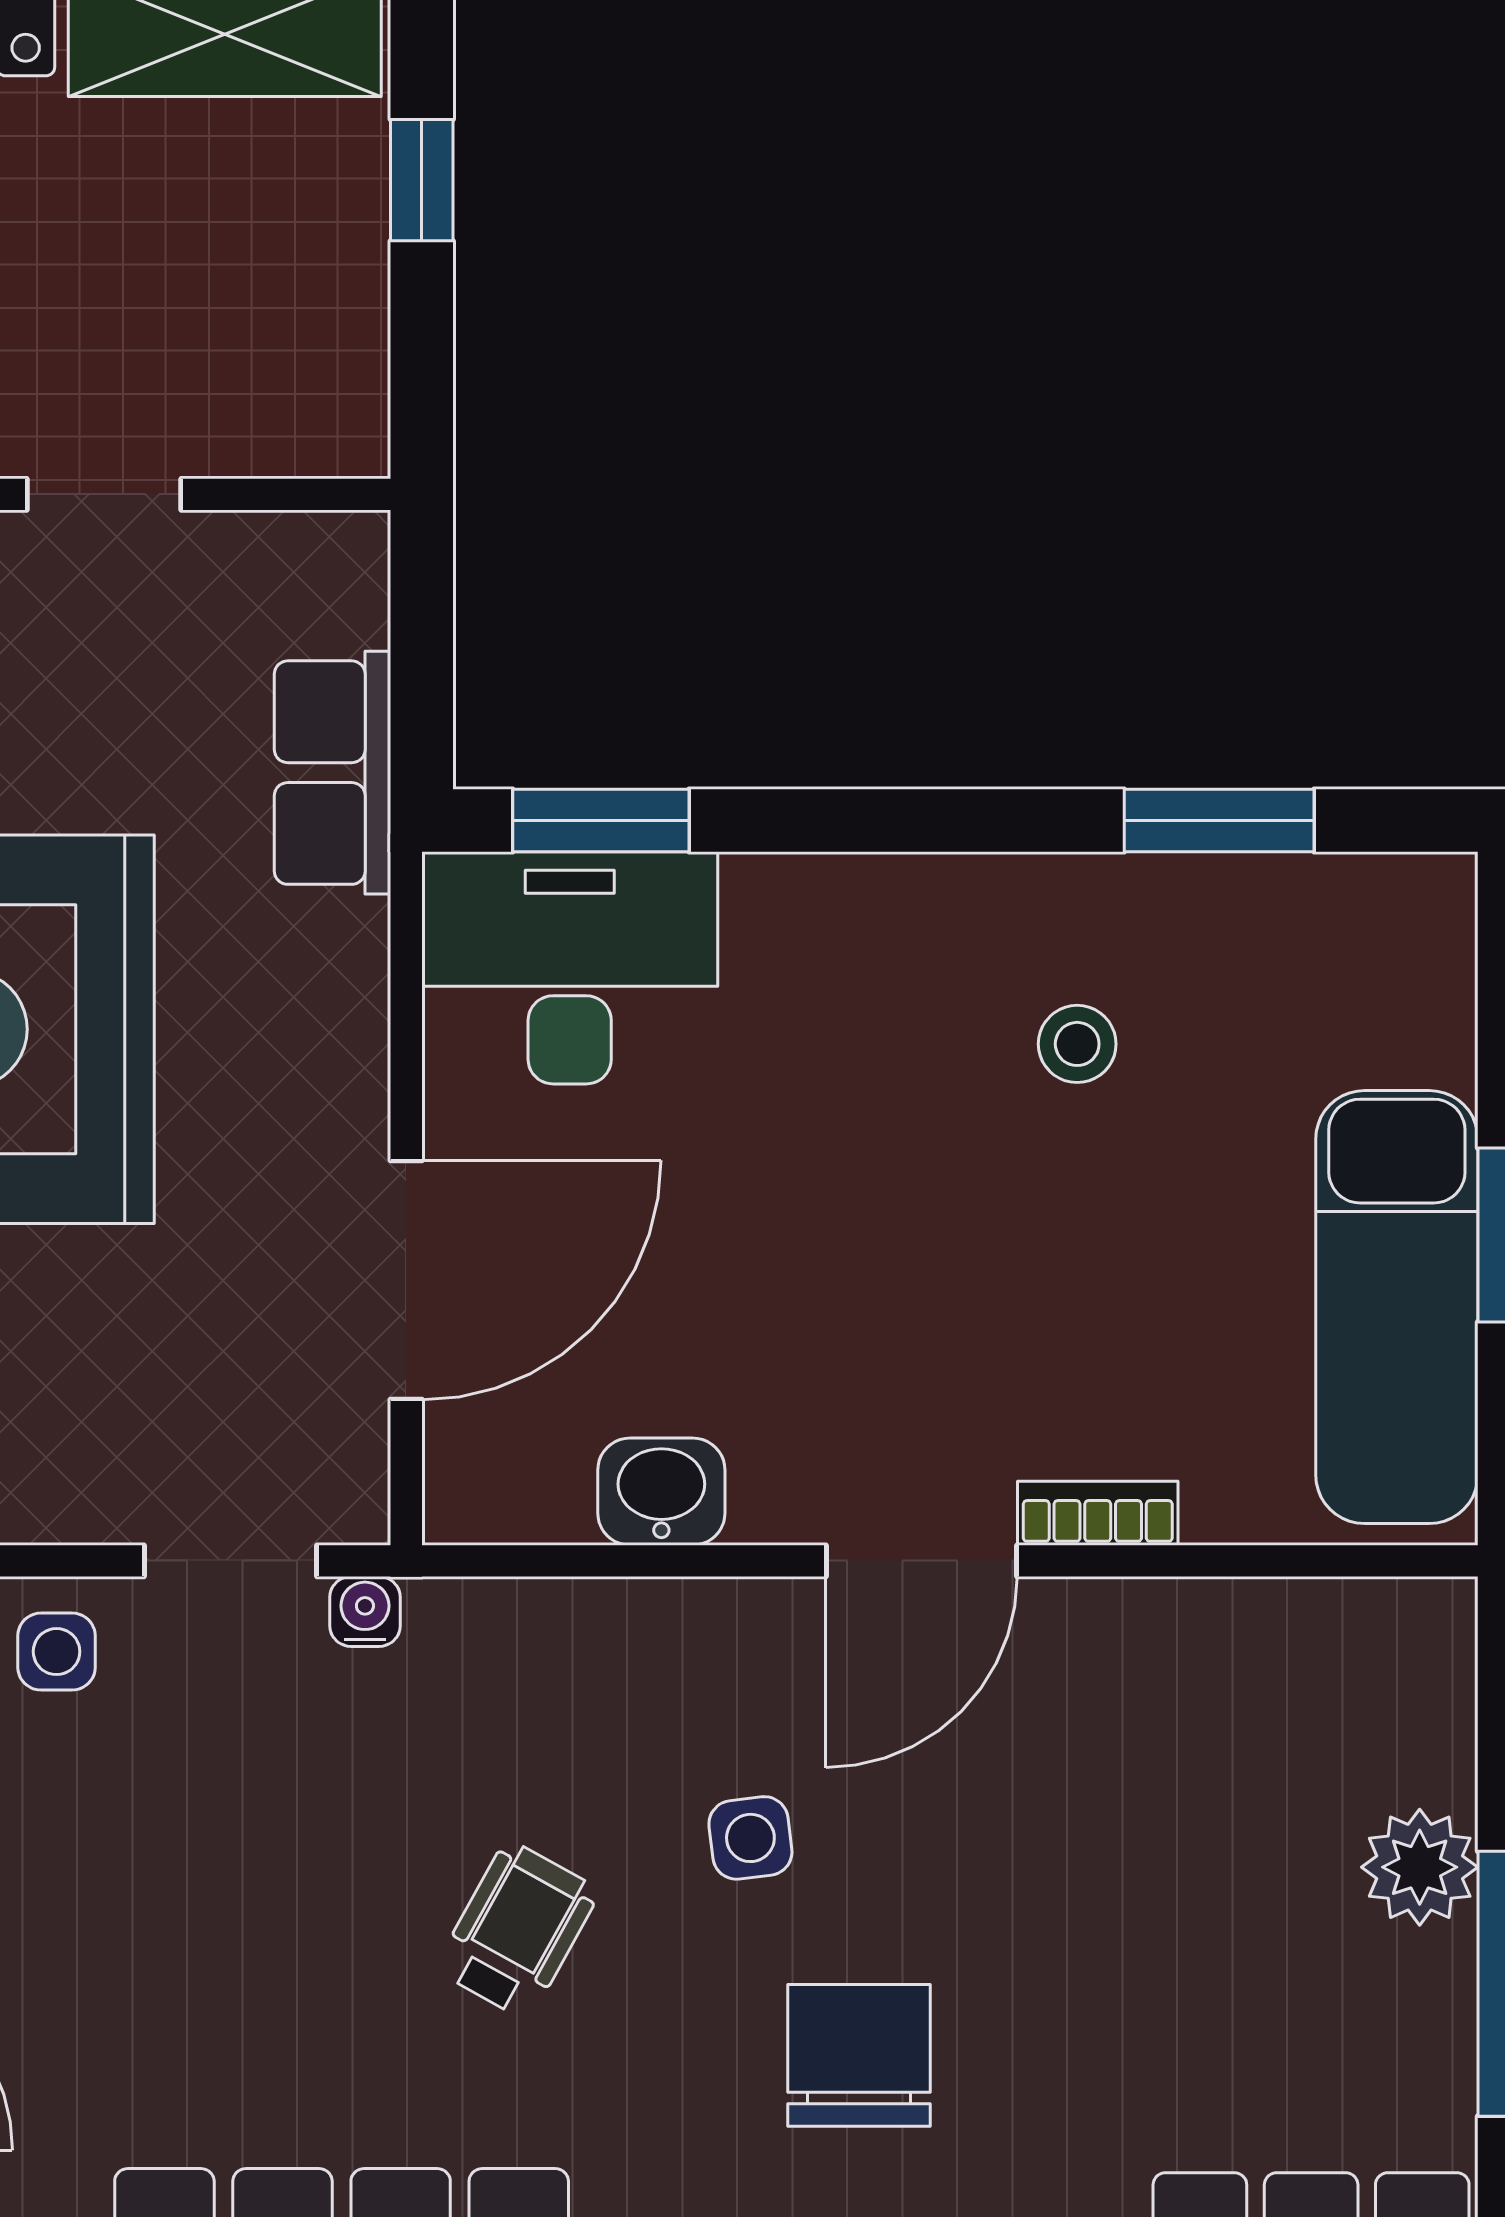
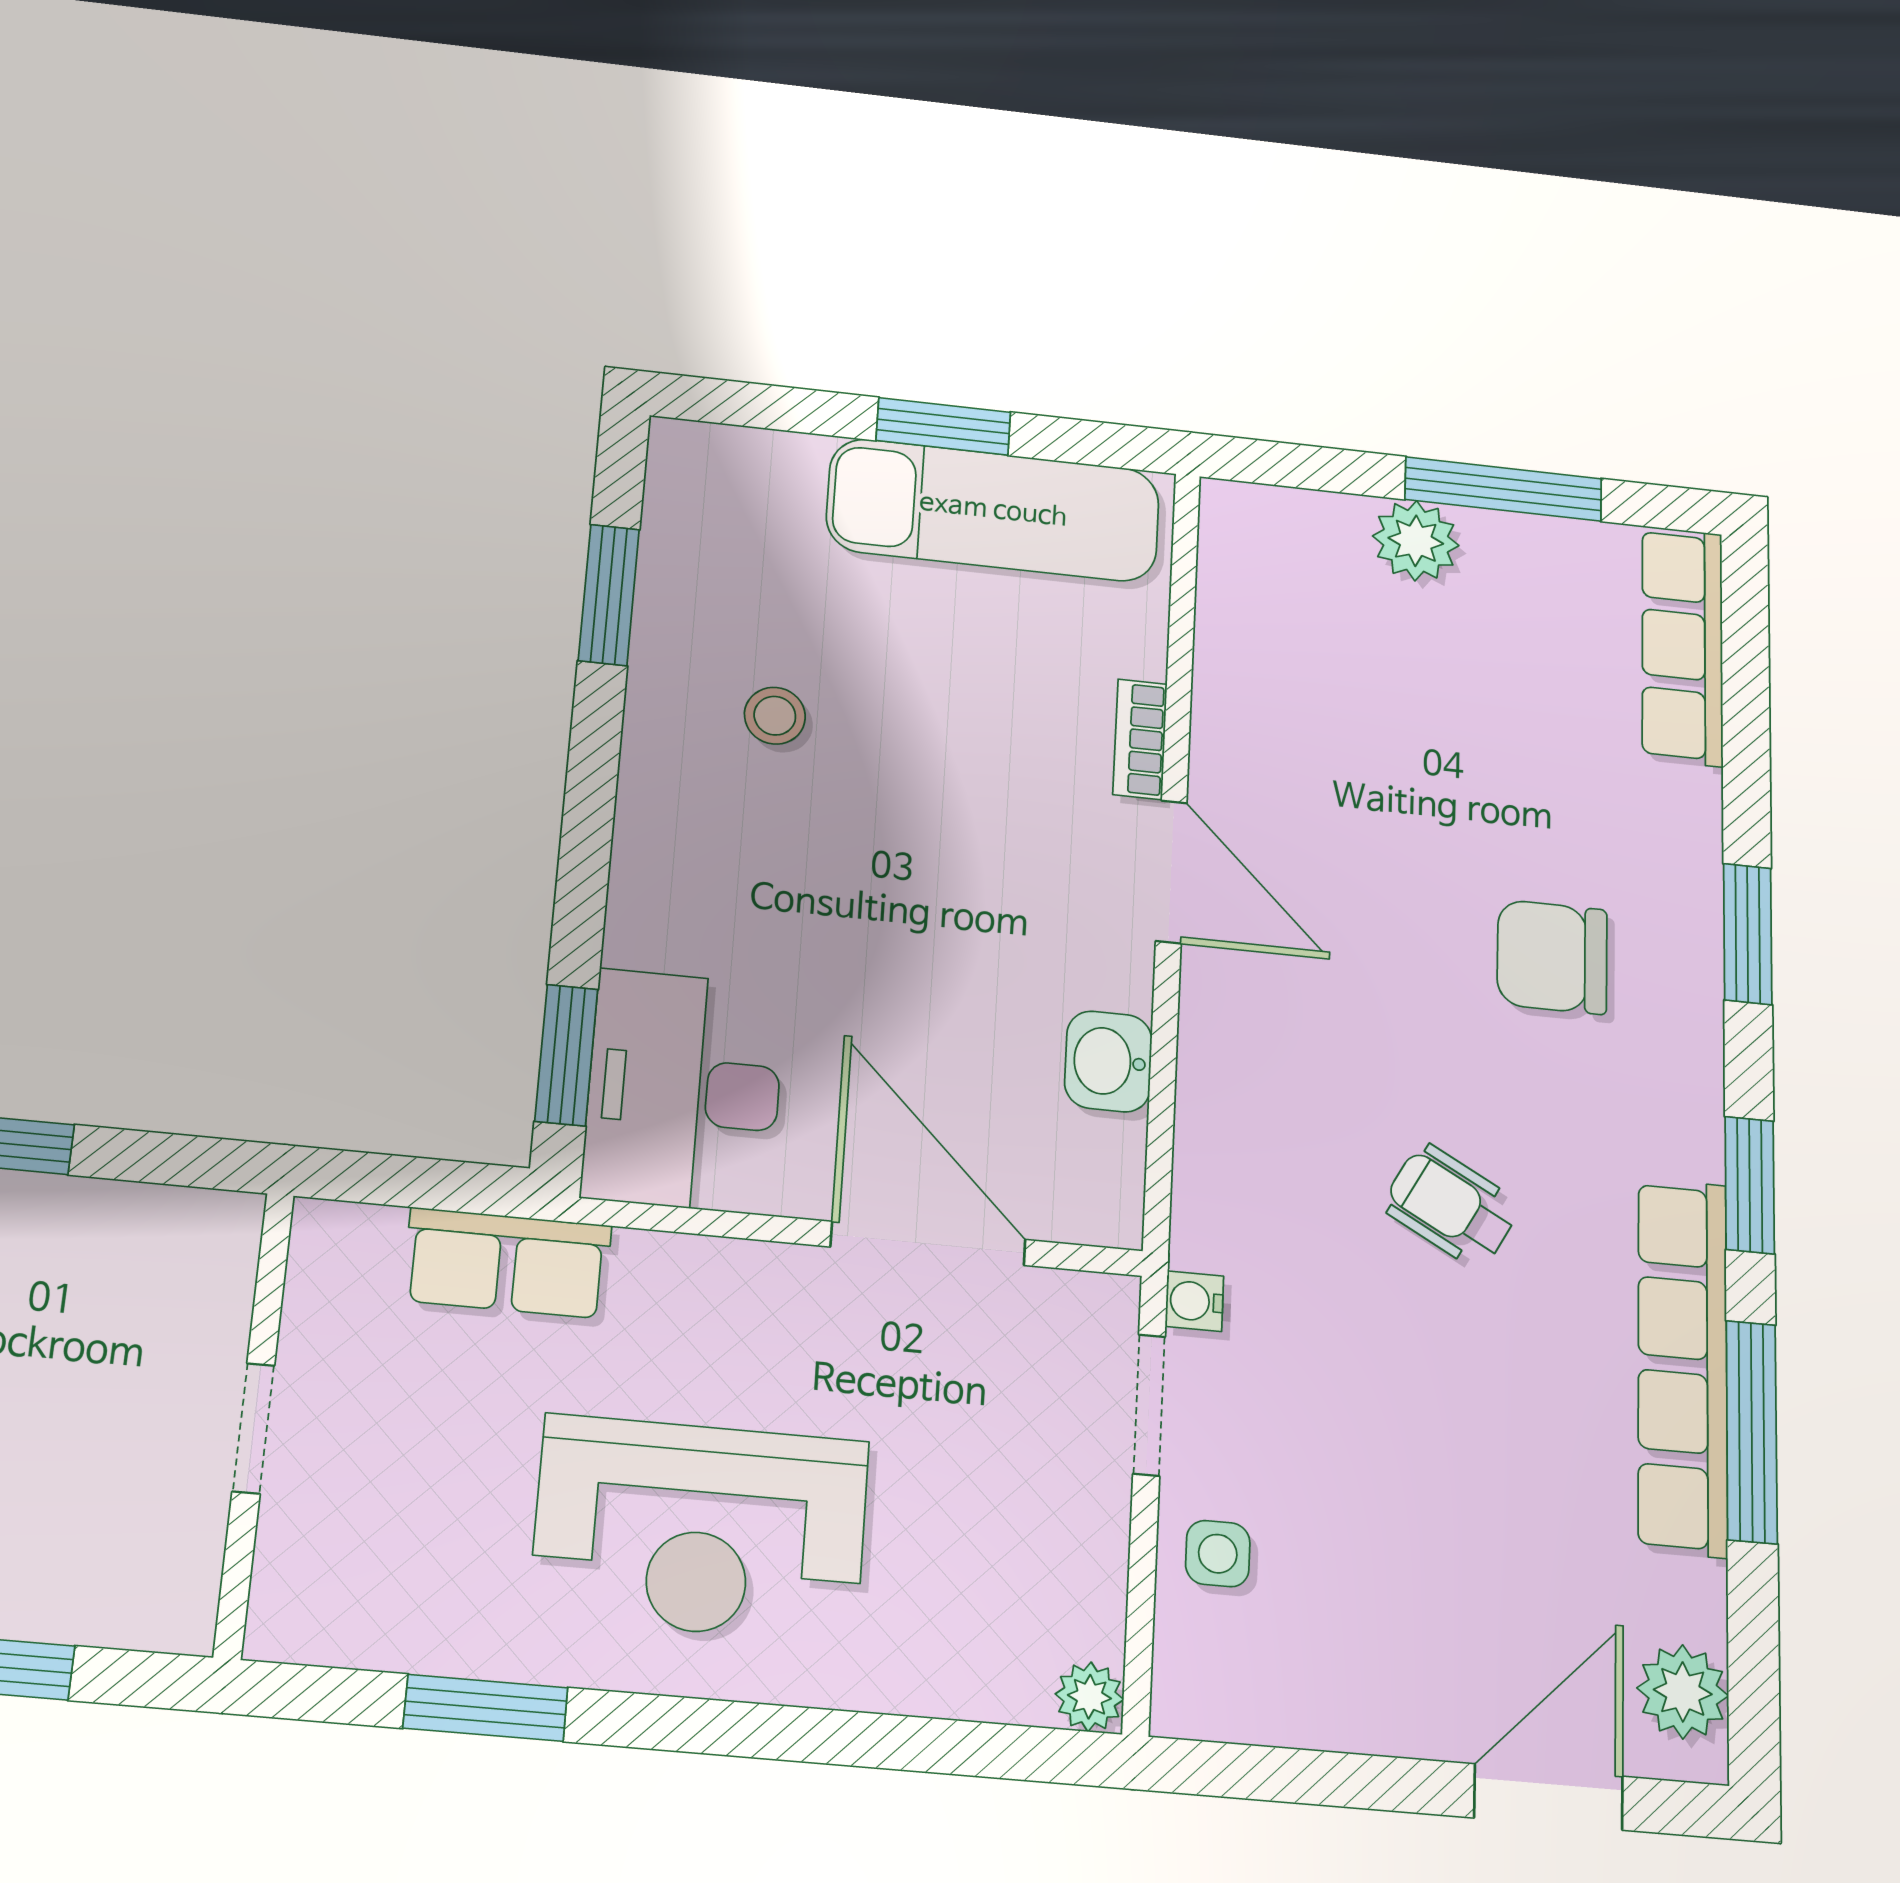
side table: (750, 1838) -> (1383, 1021), removed

